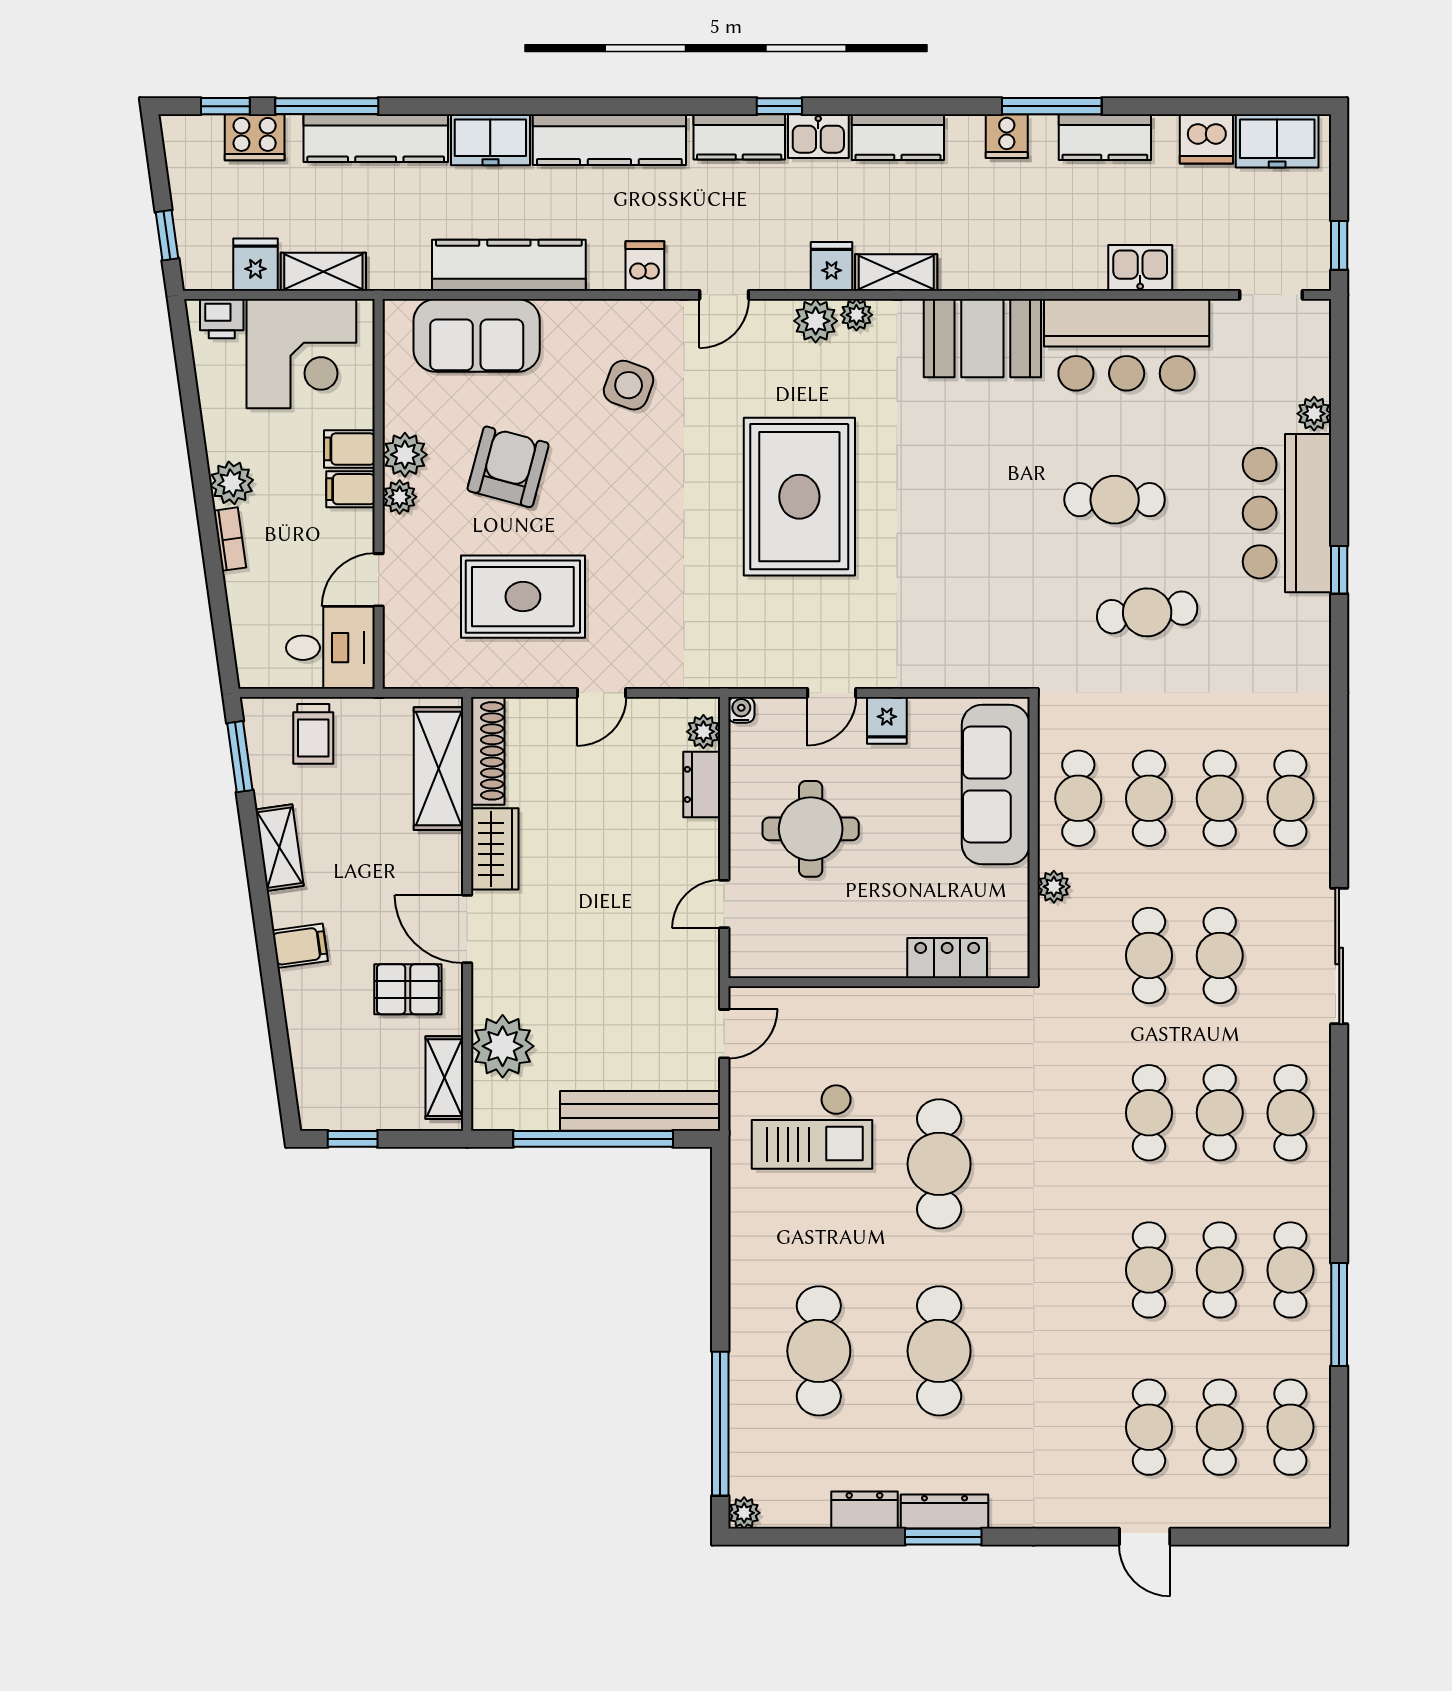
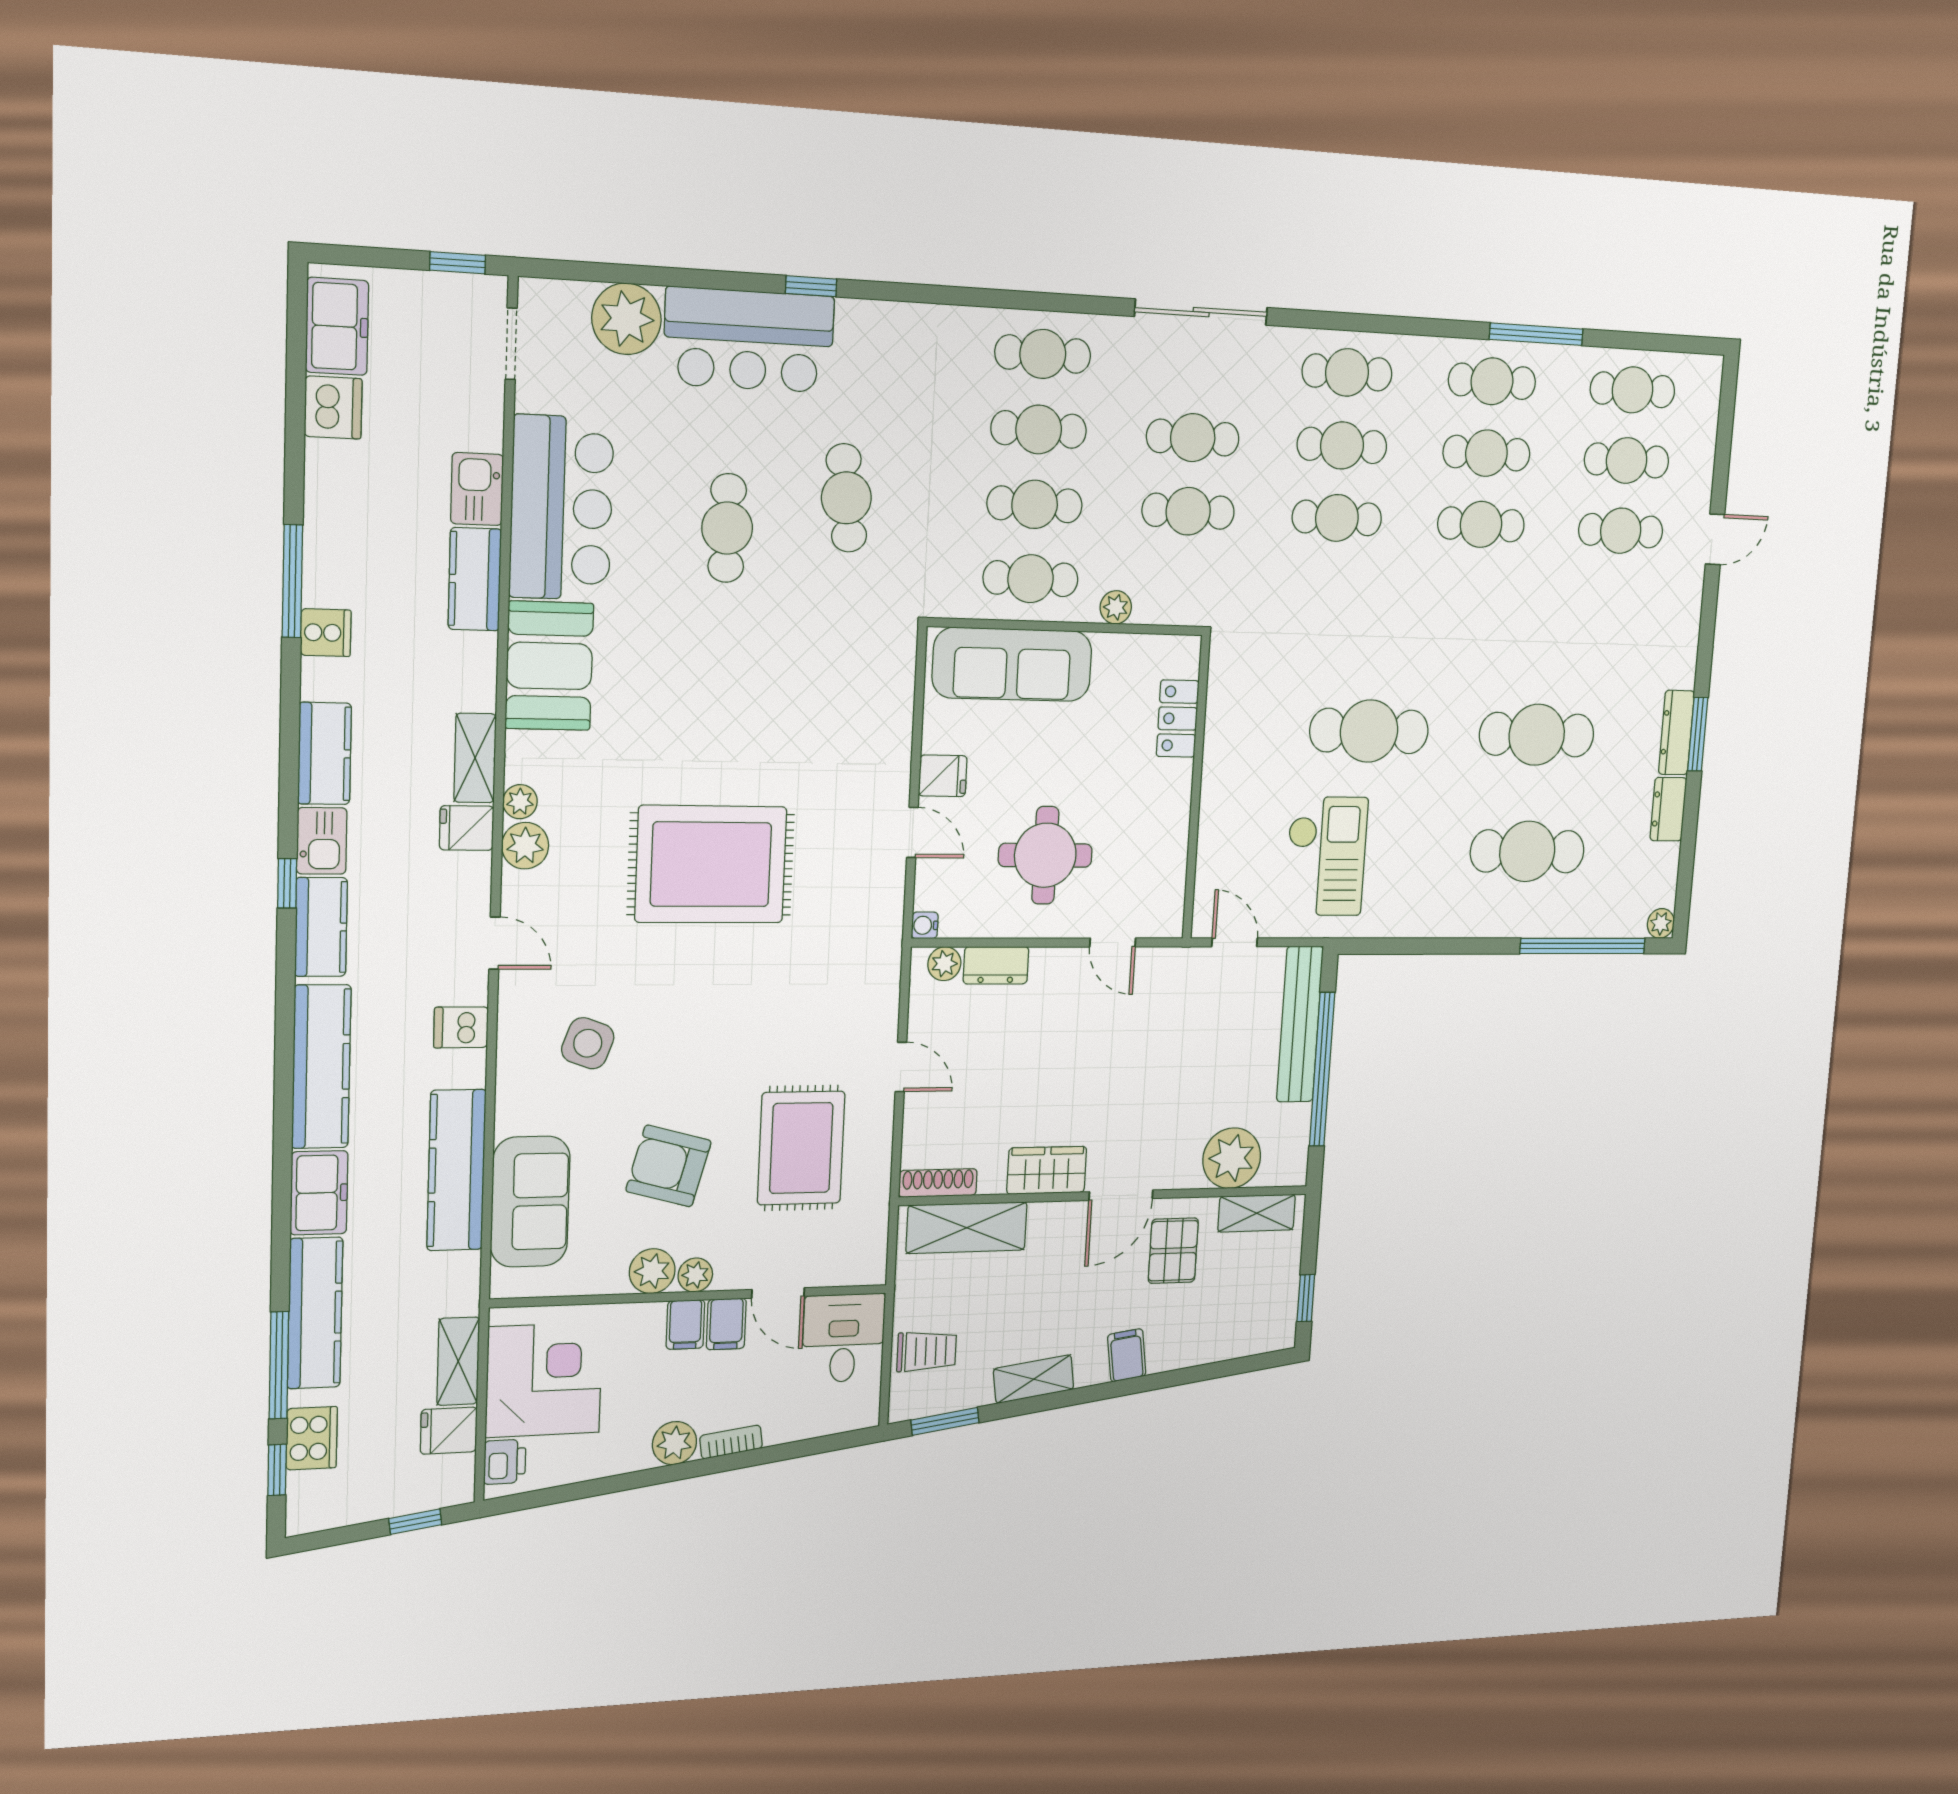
kitchen counter: (1105, 137) -> (475, 579), moved, turned 180
plant: (1314, 414) -> (626, 319), width x1.87, depth x1.87
filing cabinet: (349, 449) -> (726, 1324), moved
shoe rack: (488, 751) -> (938, 1183), width x0.74, depth x0.81

